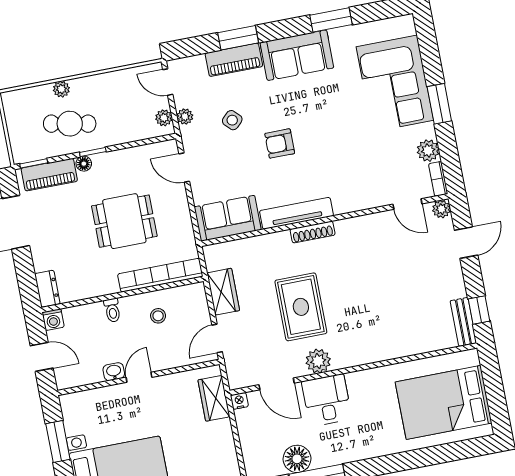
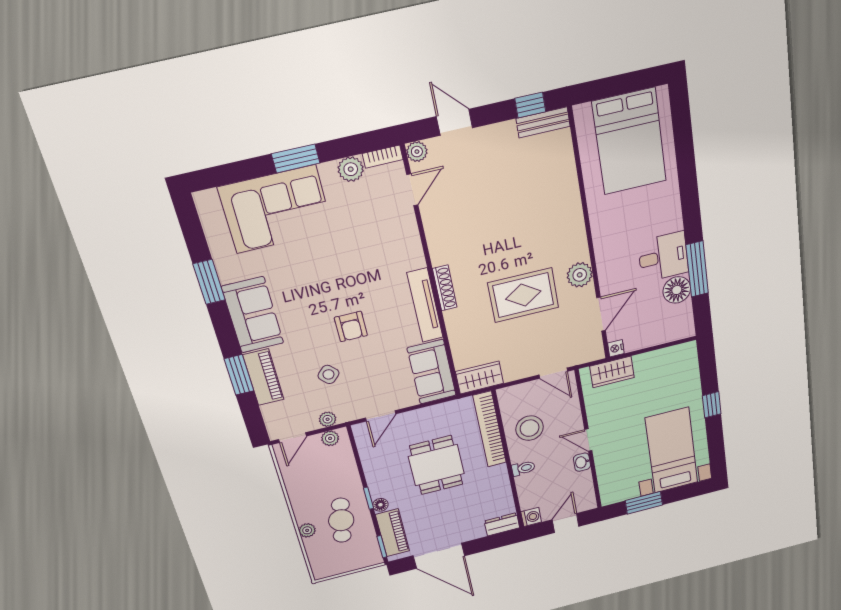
wardrobe: (223, 292) -> (479, 378), moved
stool: (158, 316) -> (530, 428), width x1.89, depth x1.89
desk: (327, 400) -> (663, 257), moved, turned 180

